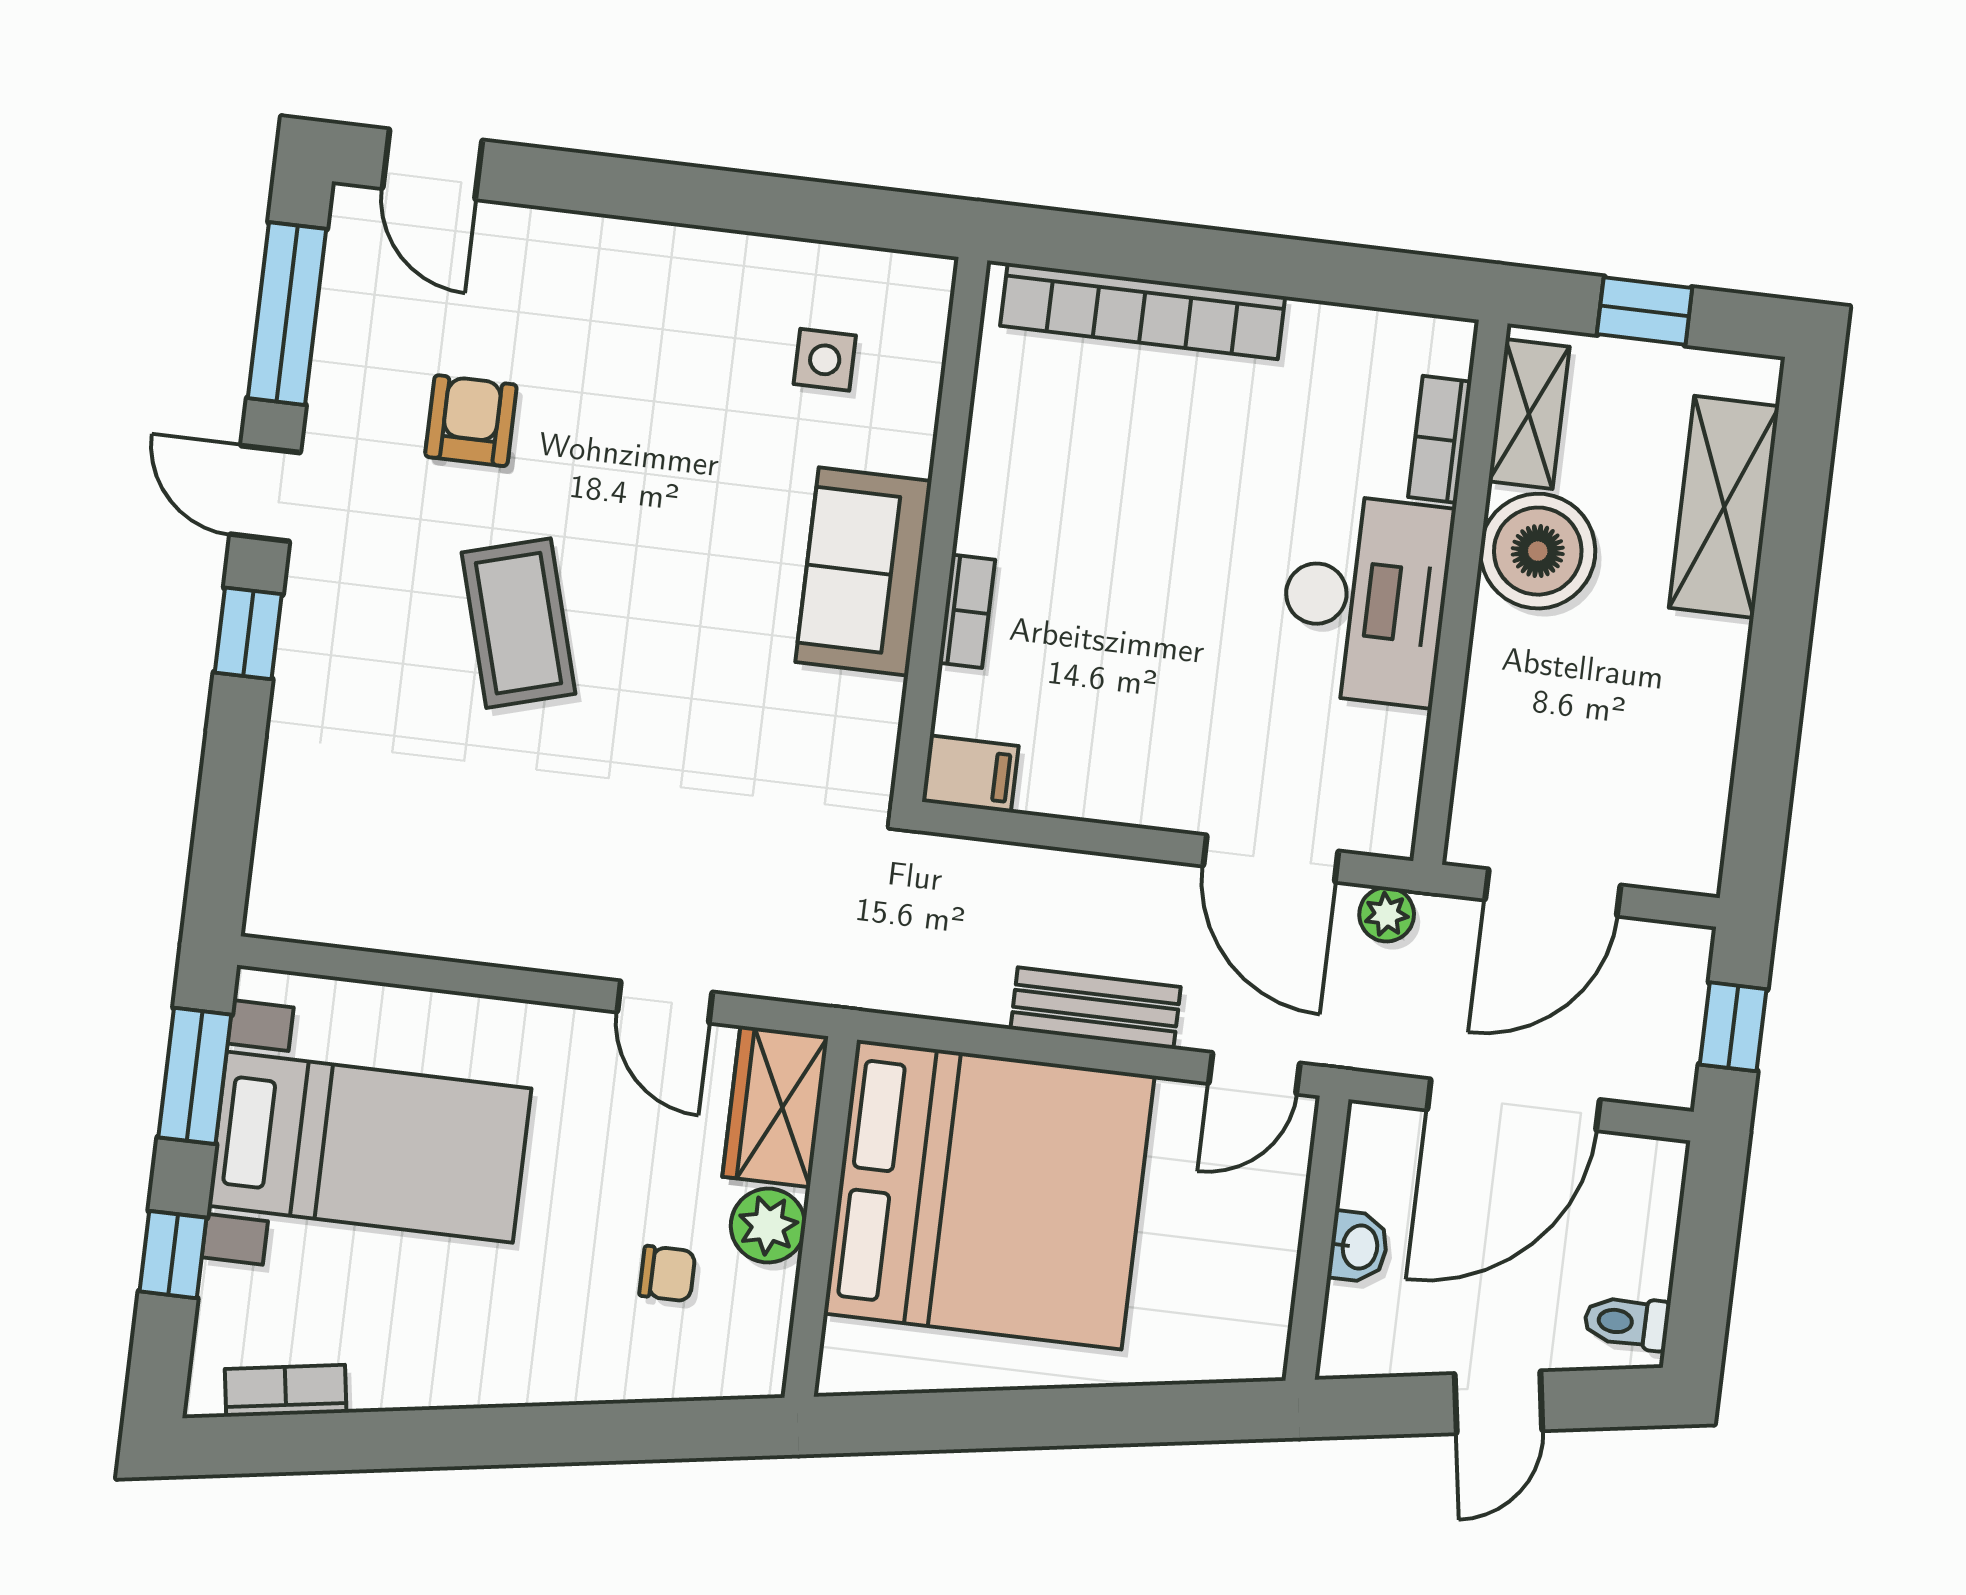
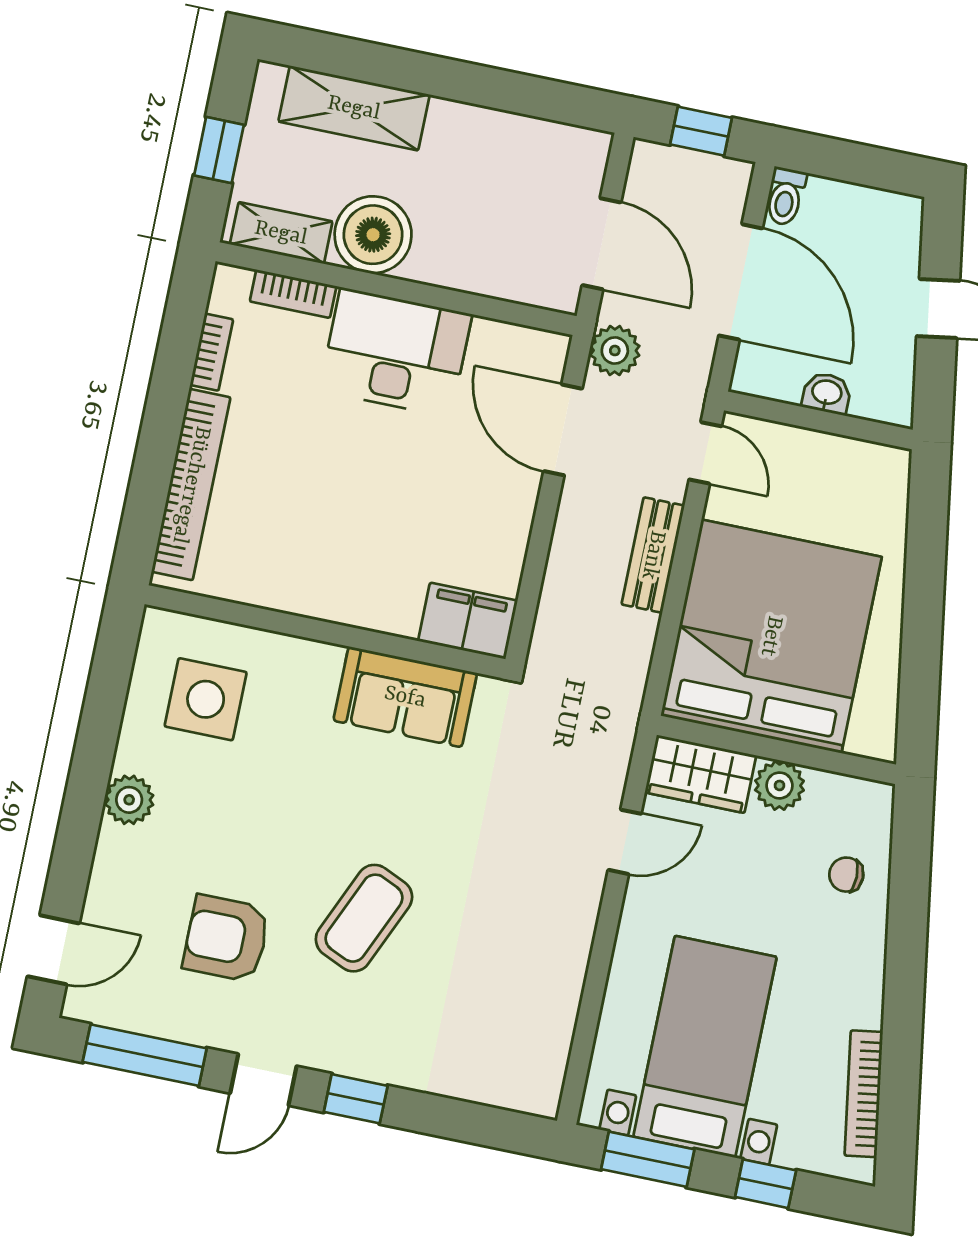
plant: (665, 258) -> (129, 800), added
side table: (825, 360) -> (206, 699), width x1.87, depth x1.87
armchair: (471, 421) -> (226, 938), width x1.38, depth x1.38
sofa: (864, 572) -> (405, 697), moved
bookcase: (967, 611) -> (212, 352), moved, turned 90
coffee table: (518, 623) -> (364, 918), turned -50
filing cabinet: (970, 774) -> (468, 621), width x2.00
door: (1271, 858) -> (563, 430), swing flipped
plant: (1387, 914) -> (615, 350), width x1.38, depth x1.38
chair: (667, 1274) -> (846, 875), moved, turned -90
toilet: (1627, 1322) -> (785, 196), moved
bookcase: (286, 1391) -> (864, 1094), width x1.56

